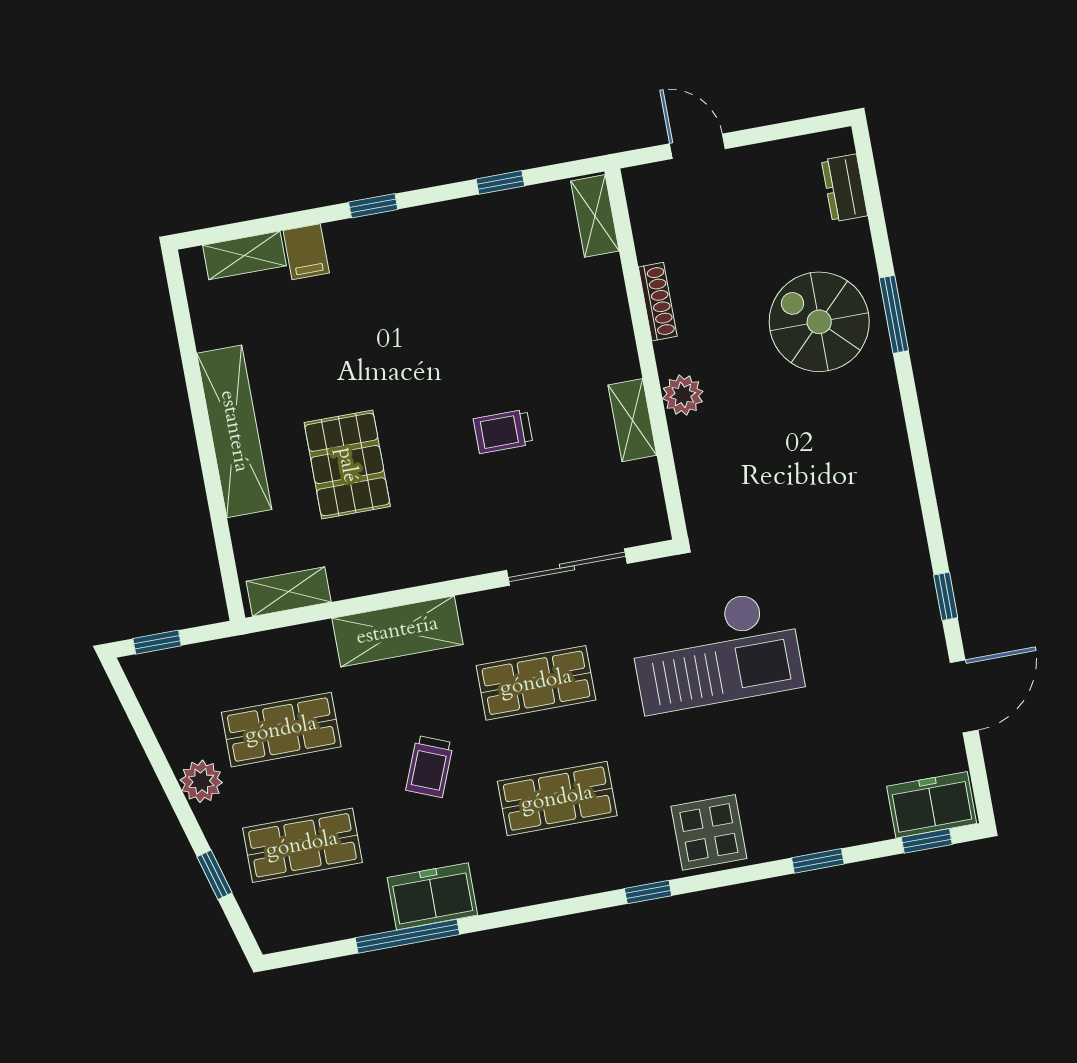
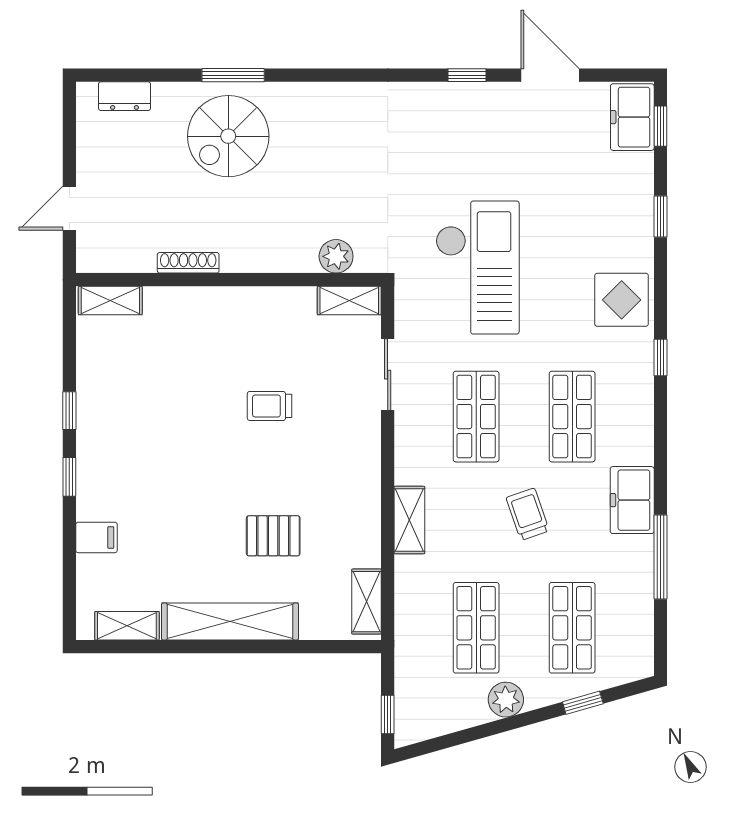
window: (500, 182) -> (69, 411), moved
shelving: (244, 255) -> (127, 626), moved, turned 90
plant: (683, 395) -> (336, 256), moved
shelving: (632, 420) -> (349, 301), moved
trolley: (503, 431) -> (270, 406), turned 90
pallet: (347, 465) -> (273, 536), width x0.67, depth x0.71
sliding door: (567, 567) -> (388, 375), width x0.73
shelving: (397, 631) -> (409, 520), width x0.67, depth x0.75
trolley: (430, 767) -> (528, 514), turned -131
freezer: (432, 896) -> (632, 500), moved

